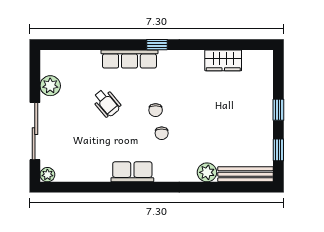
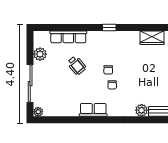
row of seats: (129, 59) -> (68, 37), moved

